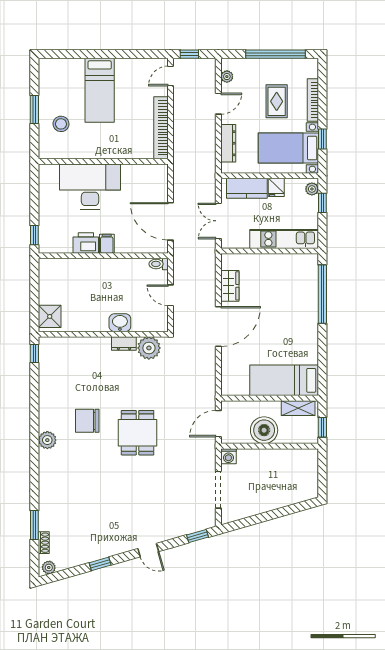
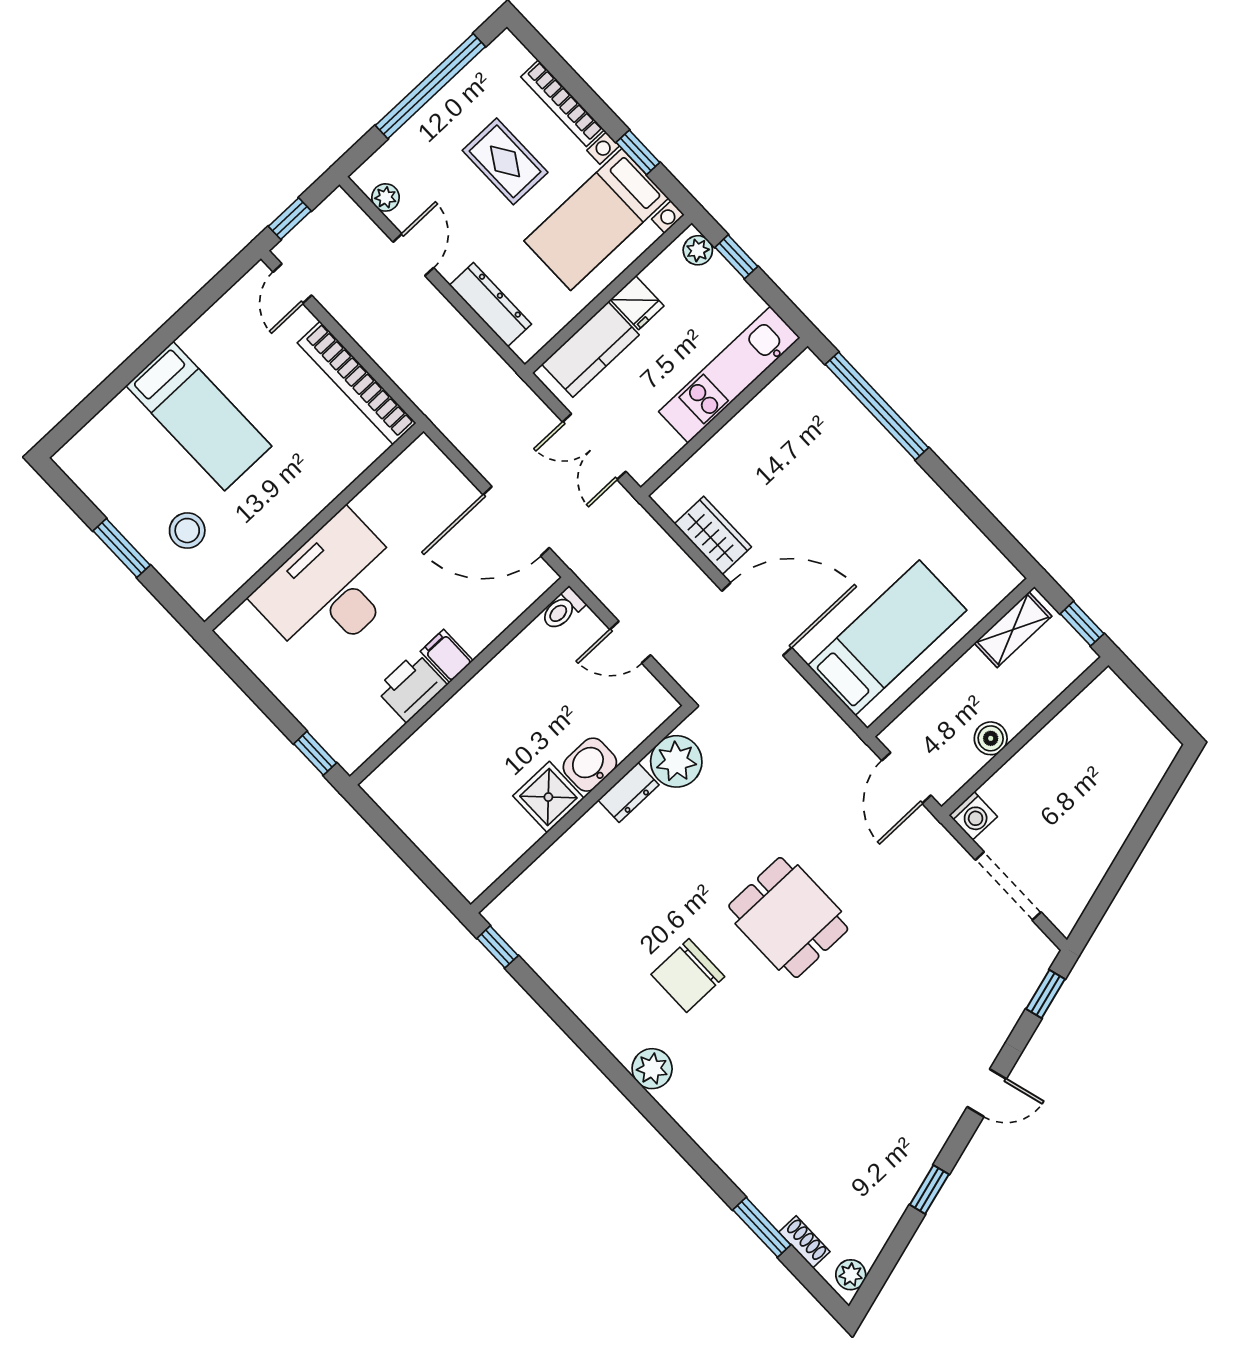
shower: (50, 316) -> (548, 797), moved
door: (218, 326) -> (757, 619), hinge flipped
bed: (284, 380) -> (887, 638), moved, turned 180
boiler: (264, 430) -> (991, 738), width x0.54, depth x0.54

